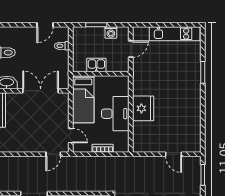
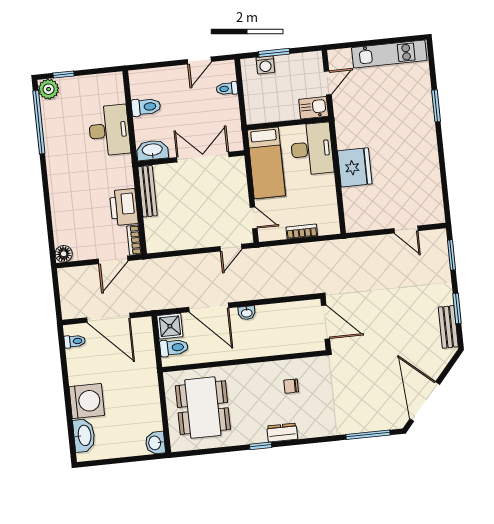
washing machine: (111, 32) -> (265, 65), moved
kitchen sink: (96, 65) -> (314, 108), moved
desk: (115, 114) -> (312, 149), moved

